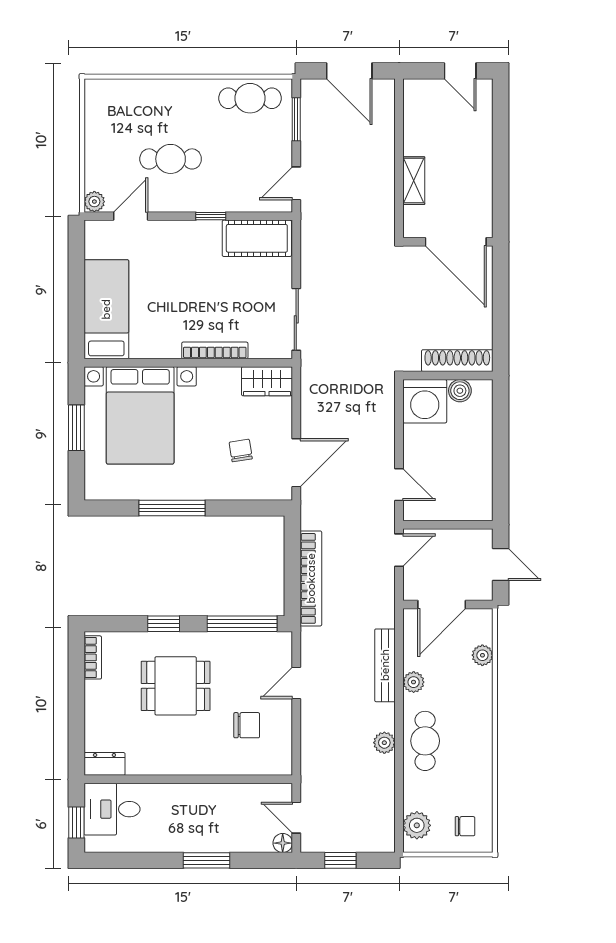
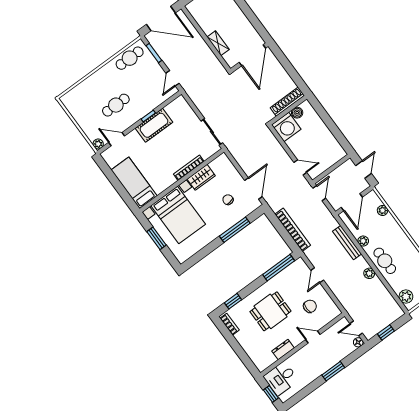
door: (349, 71) -> (161, 19), width x1.36
door: (131, 216) -> (117, 139), hinge flipped
cot: (257, 238) -> (154, 125), moved
door: (456, 242) -> (252, 55), hinge flipped
wardrobe: (267, 381) -> (201, 177), moved
window: (172, 508) -> (235, 230), moved
door: (501, 565) -> (364, 169), hinge flipped
window: (164, 624) -> (233, 301), moved
dresser: (104, 764) -> (283, 350), moved
door: (214, 779) -> (313, 337), added

